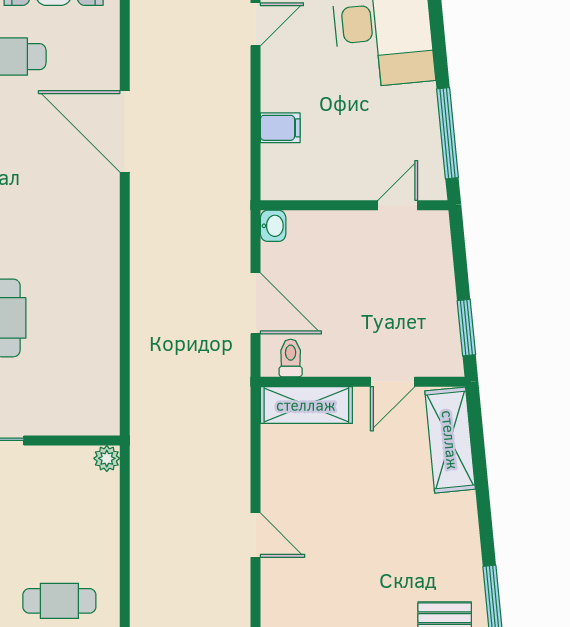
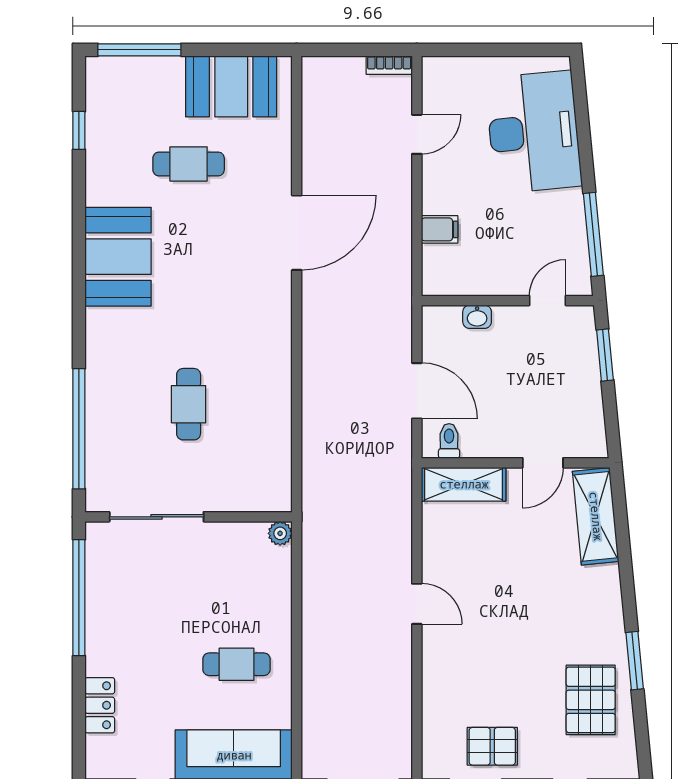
door: (125, 131) -> (297, 233), swing flipped
washbasin: (273, 226) -> (477, 317), moved, turned 90
window: (466, 328) -> (605, 355), moved

